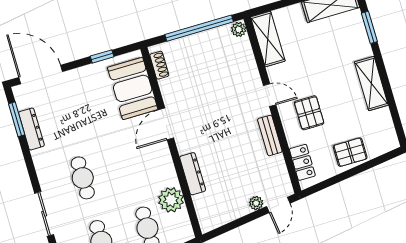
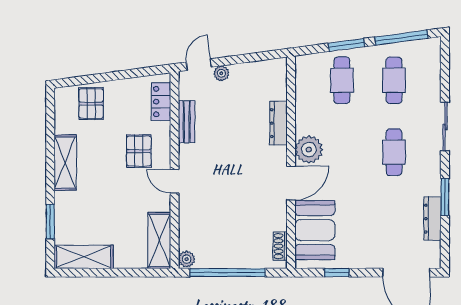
window: (17, 119) -> (445, 197), moved
bench: (270, 135) -> (187, 122), moved
pallet: (350, 152) -> (91, 104), moved, turned 90
plant: (171, 200) -> (309, 150), moved

